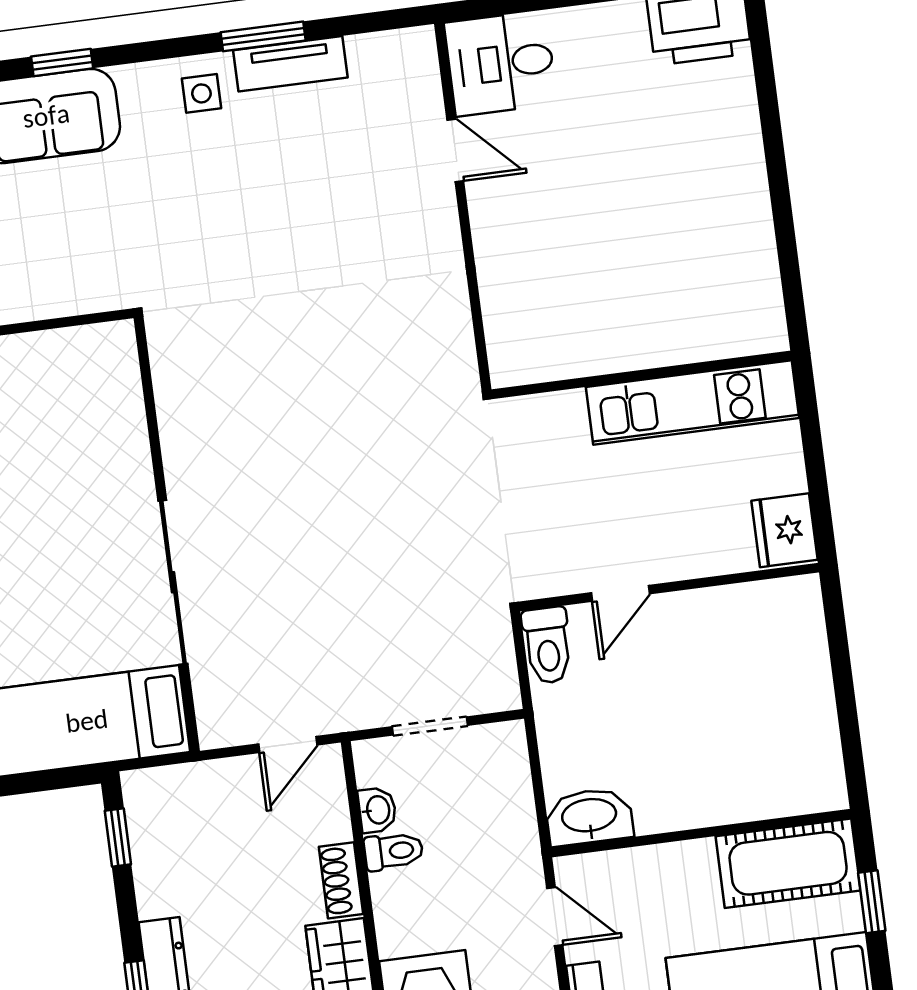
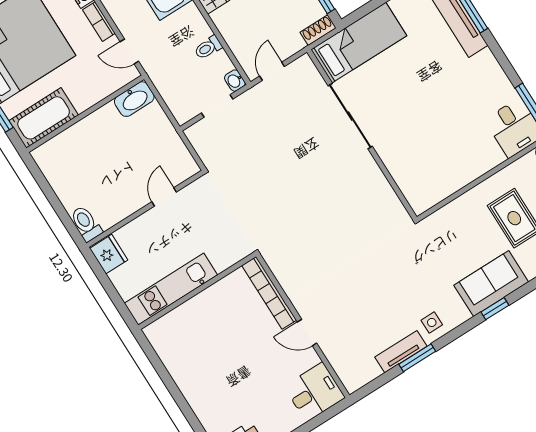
door: (455, 150) -> (307, 333), moved
bookcase: (499, 304) -> (269, 293), added
toilet: (547, 645) -> (86, 224), moved
washbasin: (377, 810) -> (235, 81), moved
shoe rack: (341, 880) -> (318, 30), moved, turned -90

